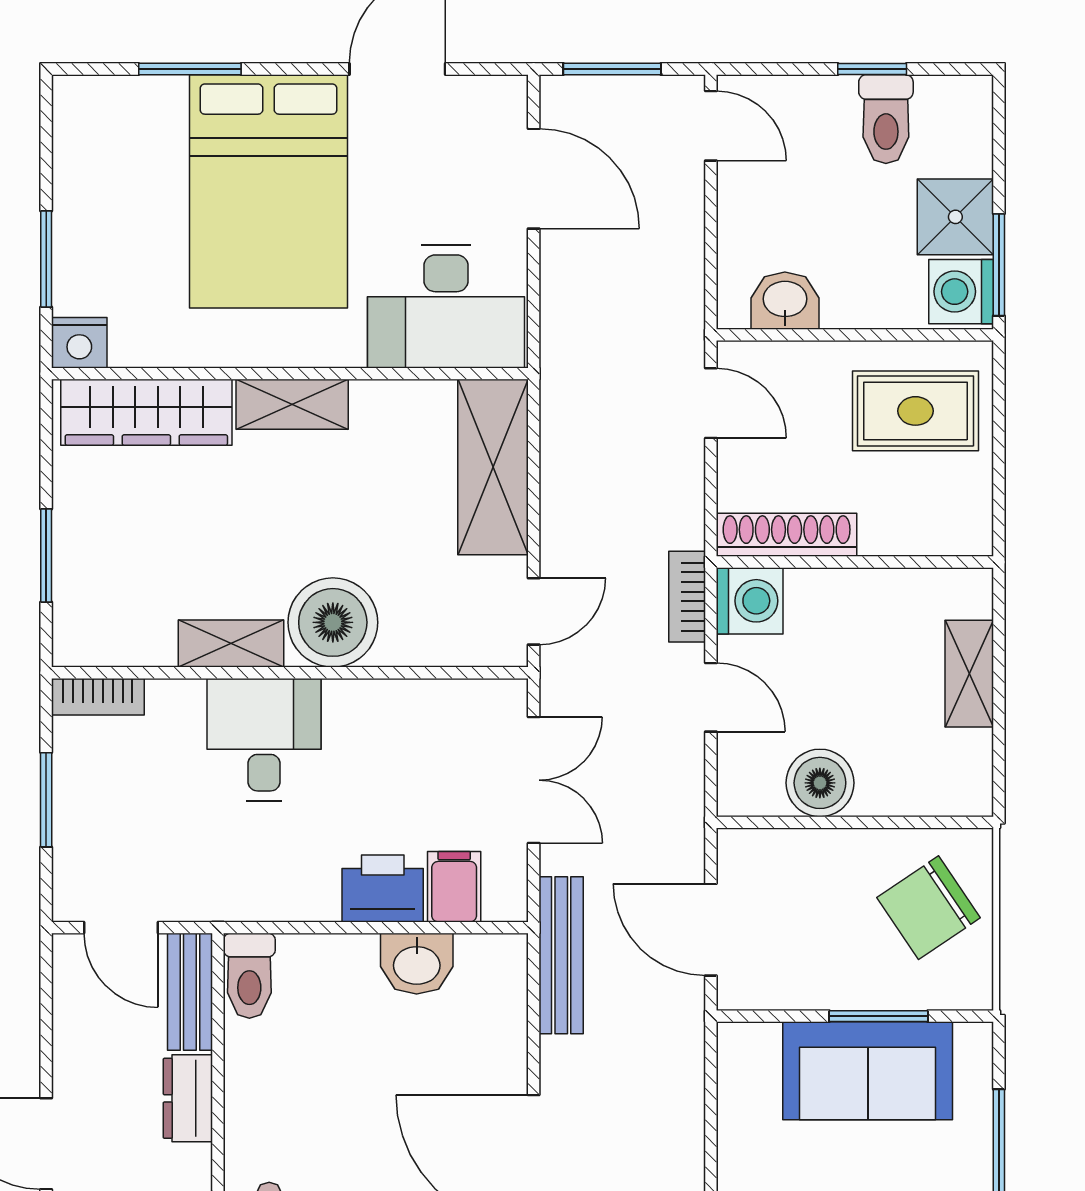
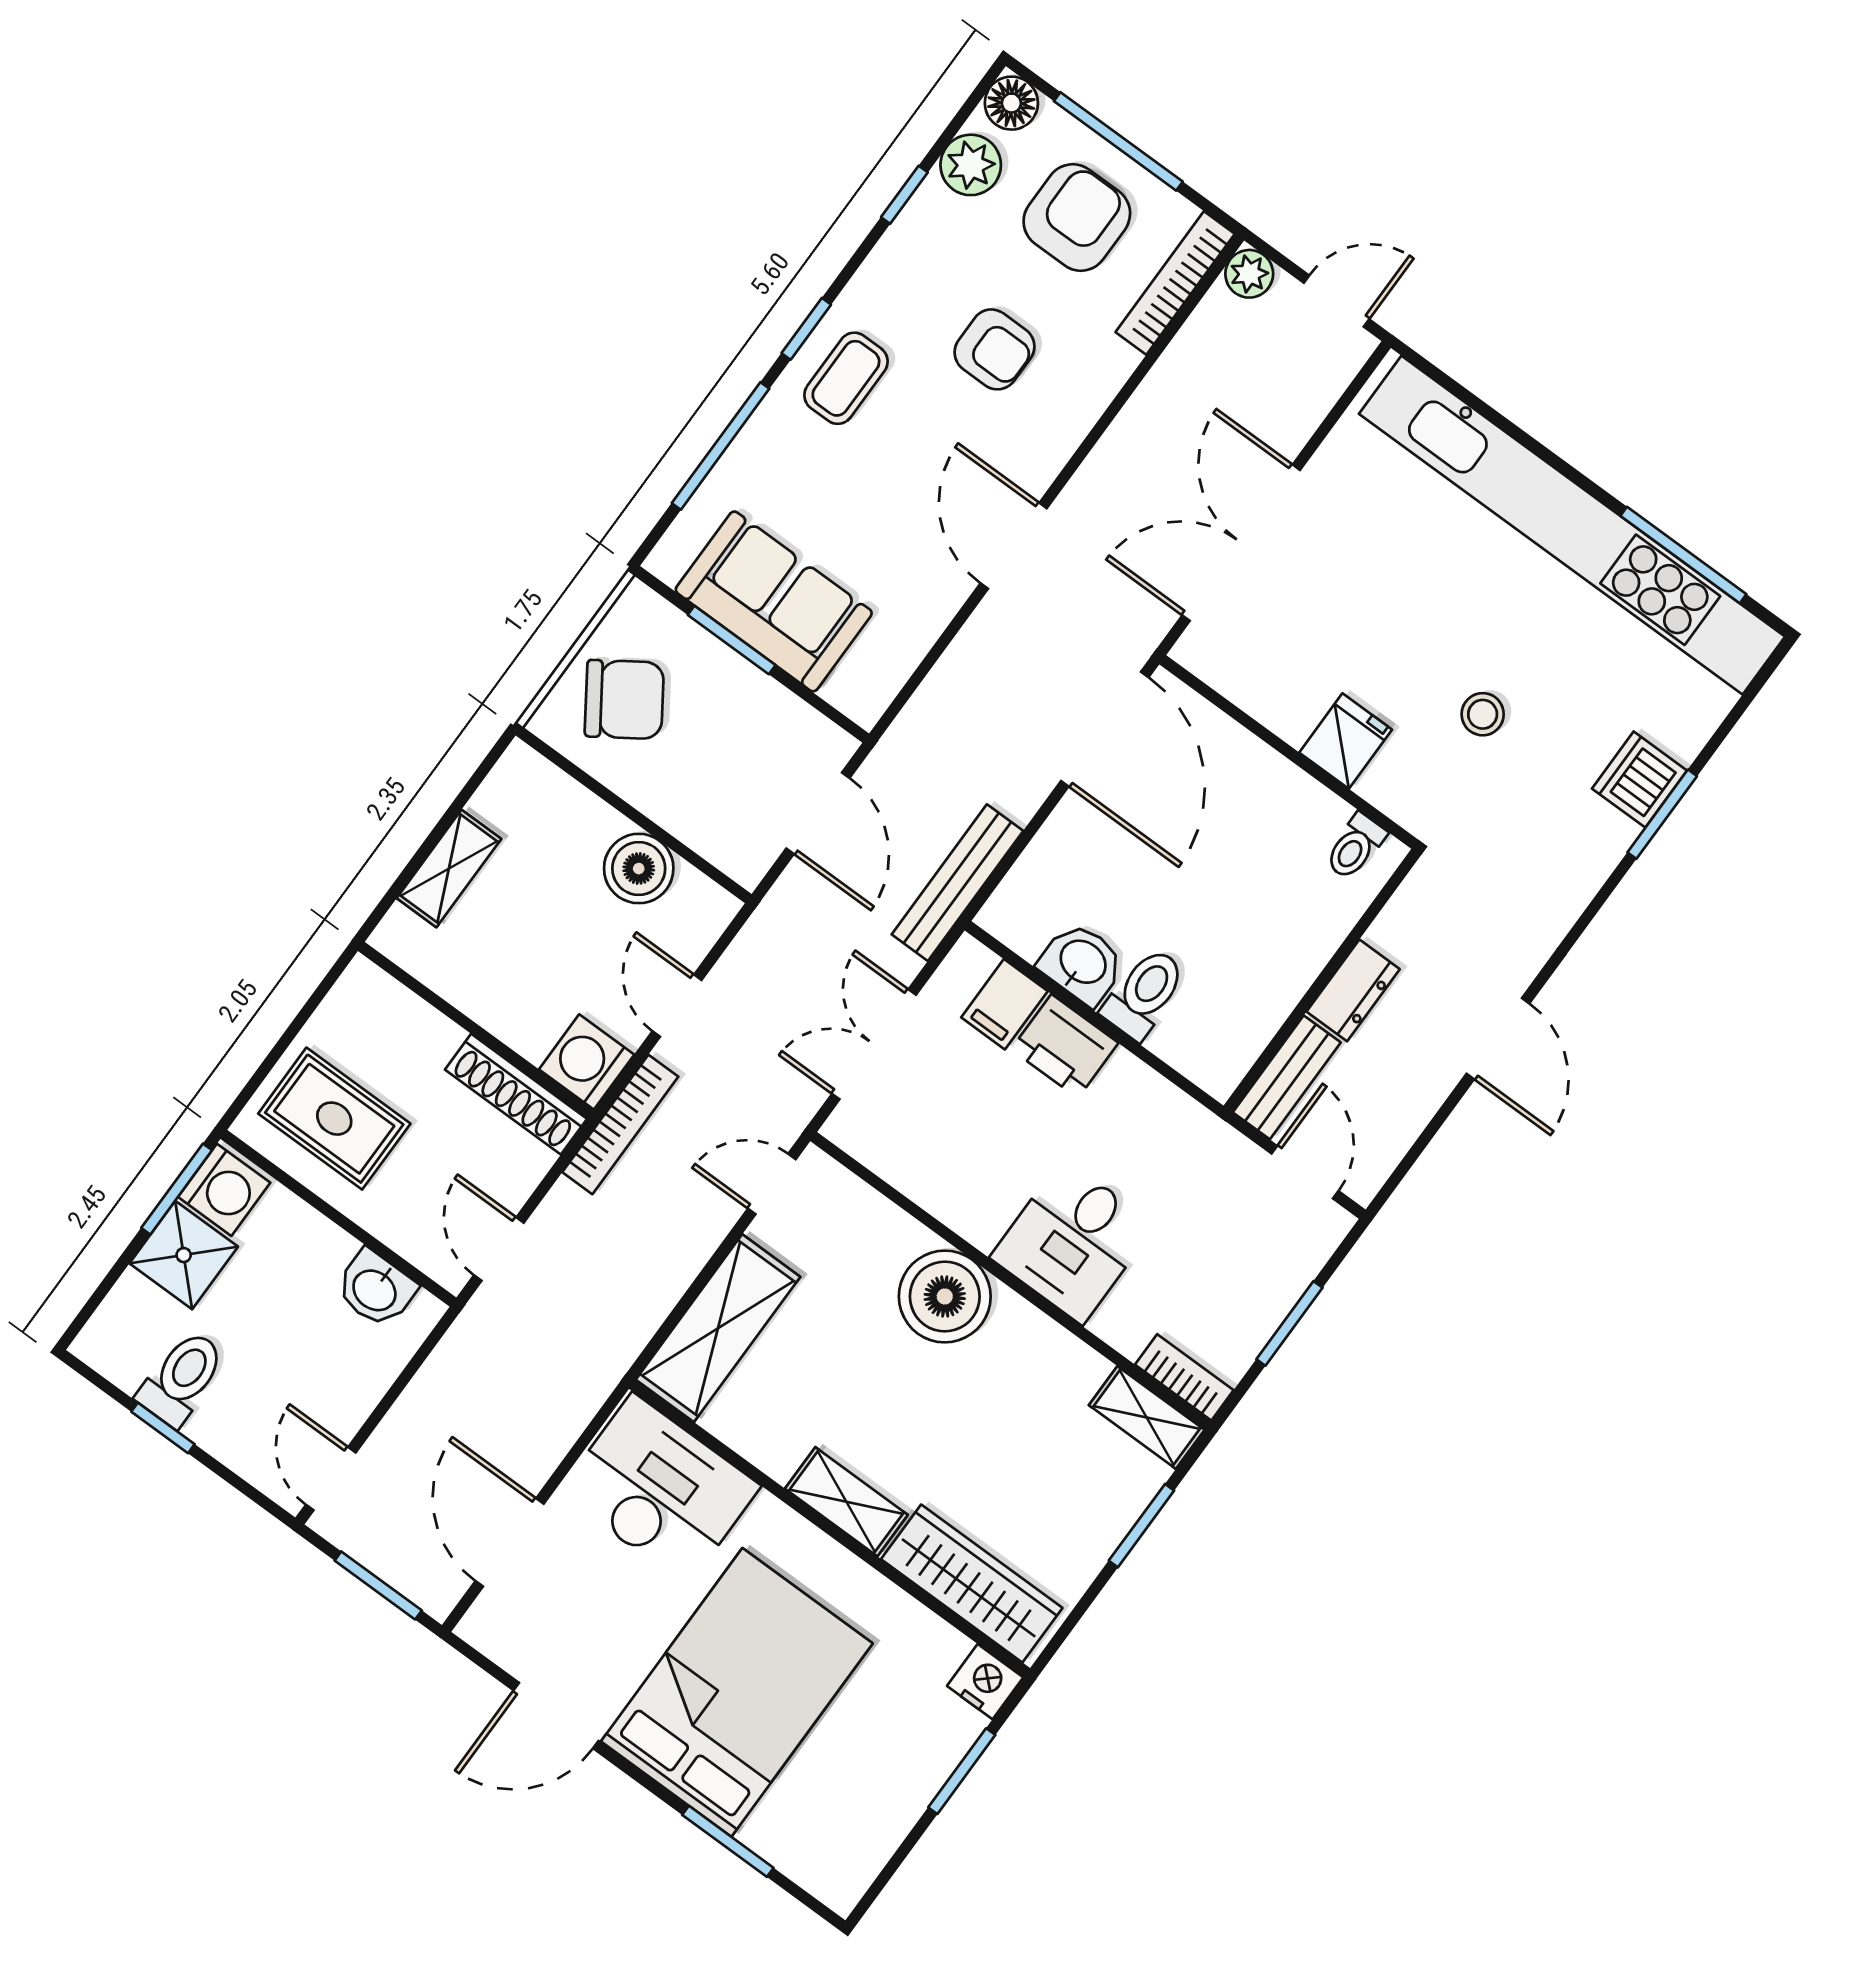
bookcase: (687, 597) -> (620, 1124), width x1.56
shelving: (231, 644) -> (1147, 1417), moved
toilet: (249, 976) -> (1144, 993), moved

